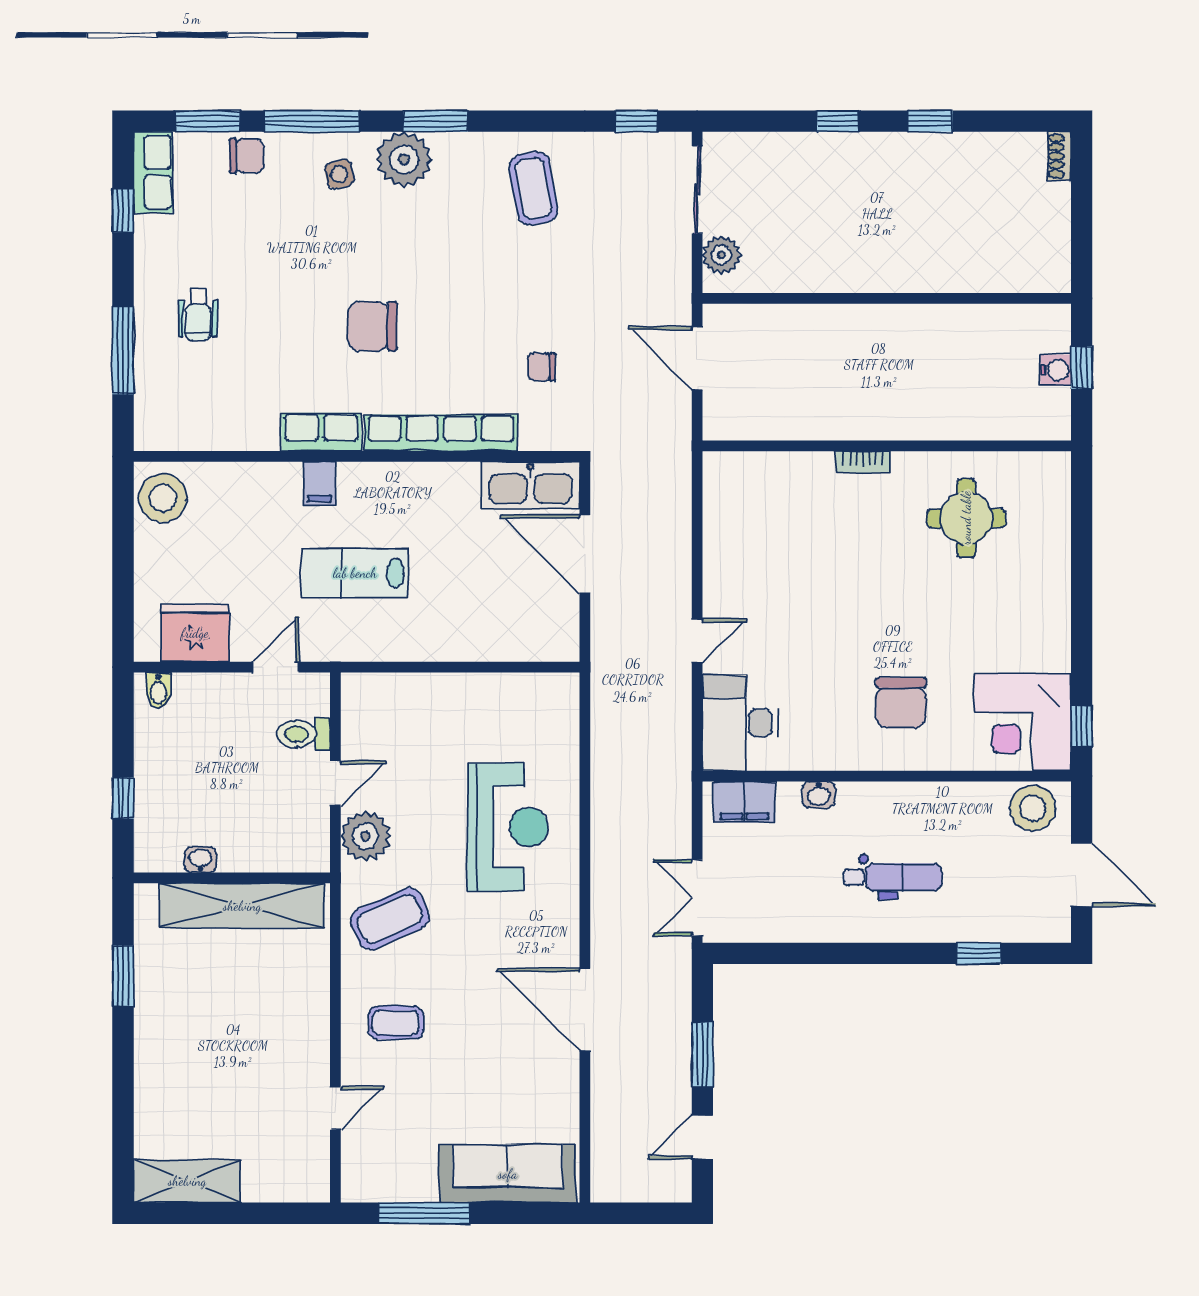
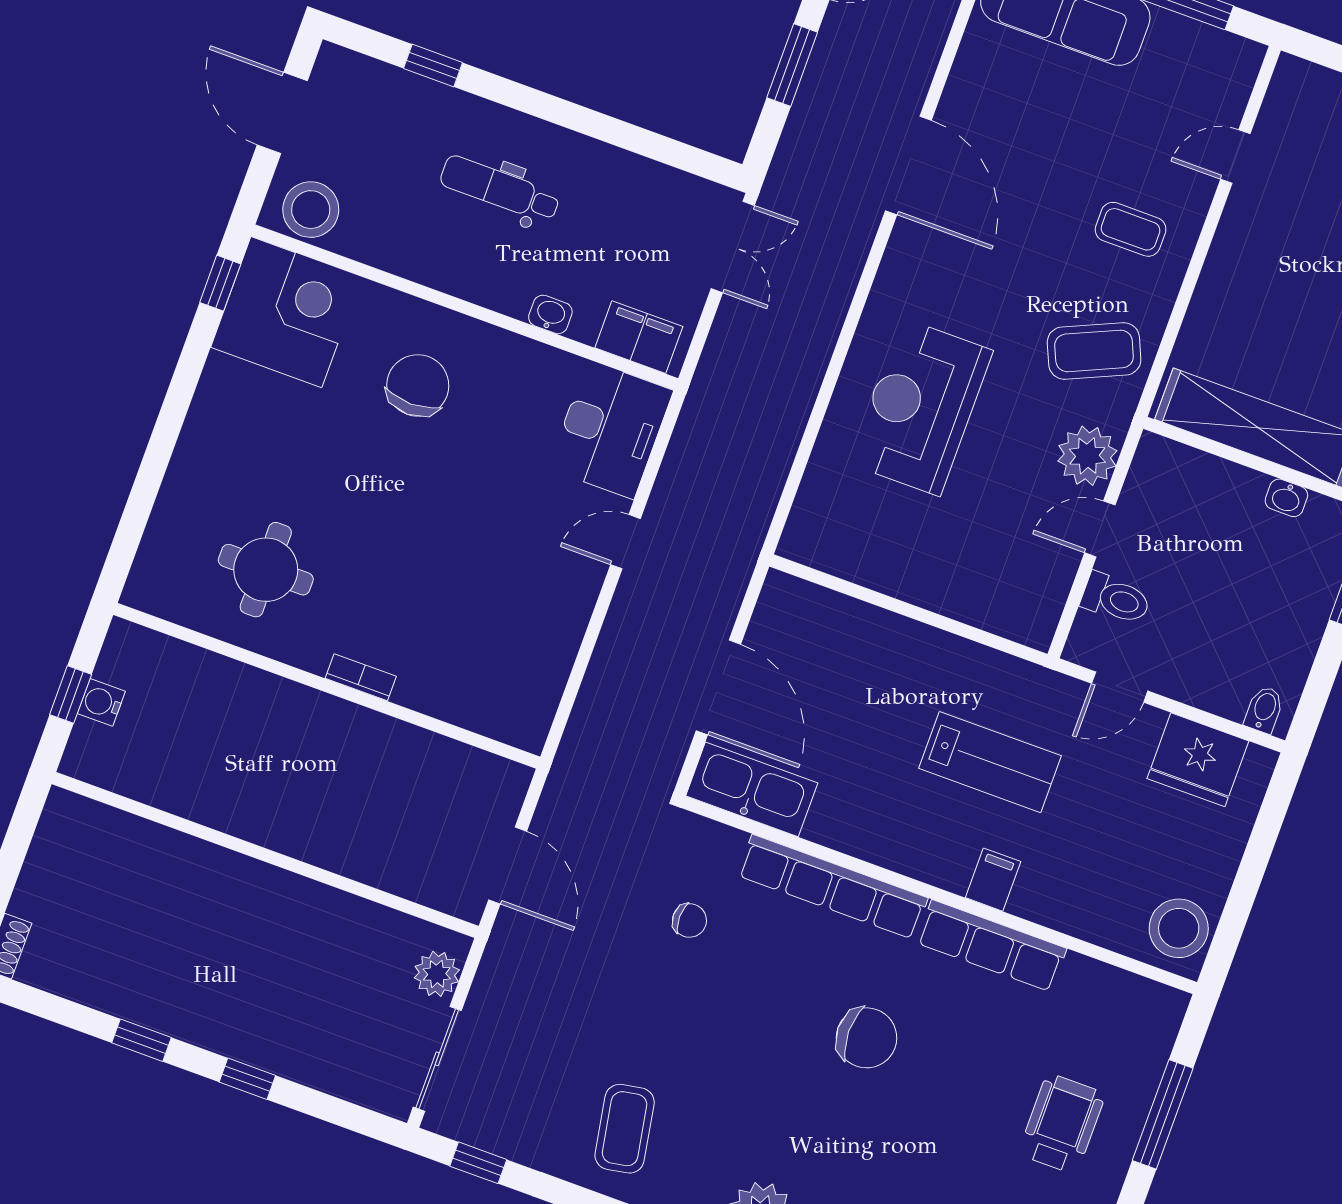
wheelchair: (198, 315) -> (1062, 1124), width x1.36, depth x1.37
row of seats: (321, 432) -> (991, 946), width x1.48

